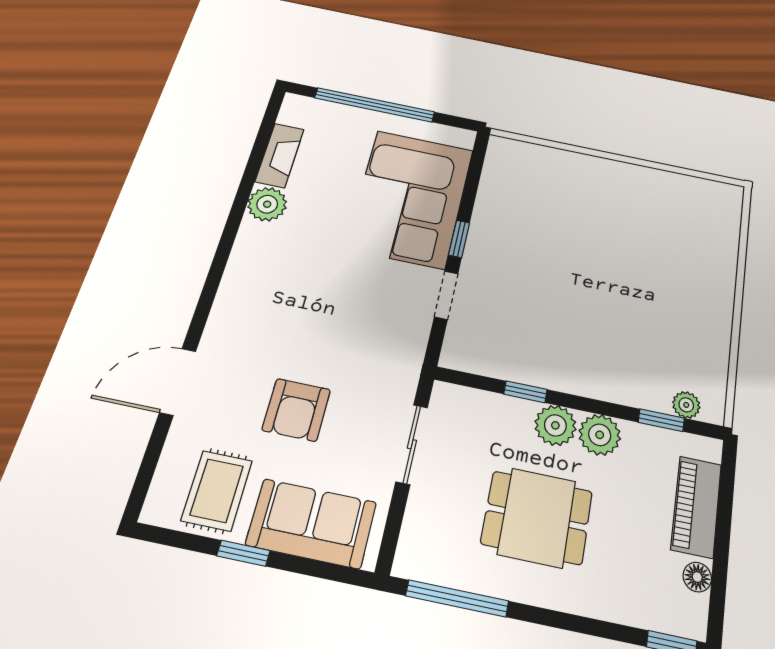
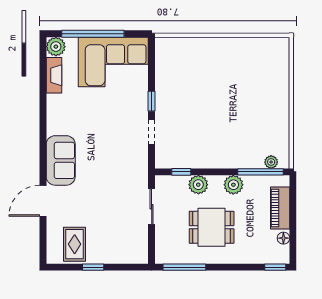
corner sofa: (410, 198) -> (113, 62), moved, turned -90
plant: (267, 204) -> (56, 47), moved
window: (525, 392) -> (181, 172), moved
armchair: (296, 410) -> (98, 202), removed
window: (661, 420) -> (260, 172), width x2.17
plant: (555, 425) -> (198, 185), moved
sofa: (311, 523) -> (61, 160), moved, turned 90

